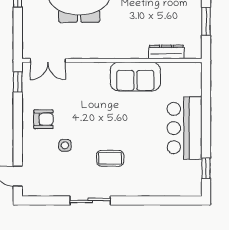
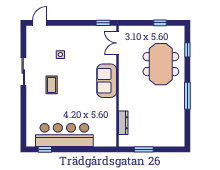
sofa: (135, 77) -> (107, 81), moved
armchair: (43, 119) -> (78, 40), removed
bar counter: (185, 128) -> (64, 135), width x1.36

